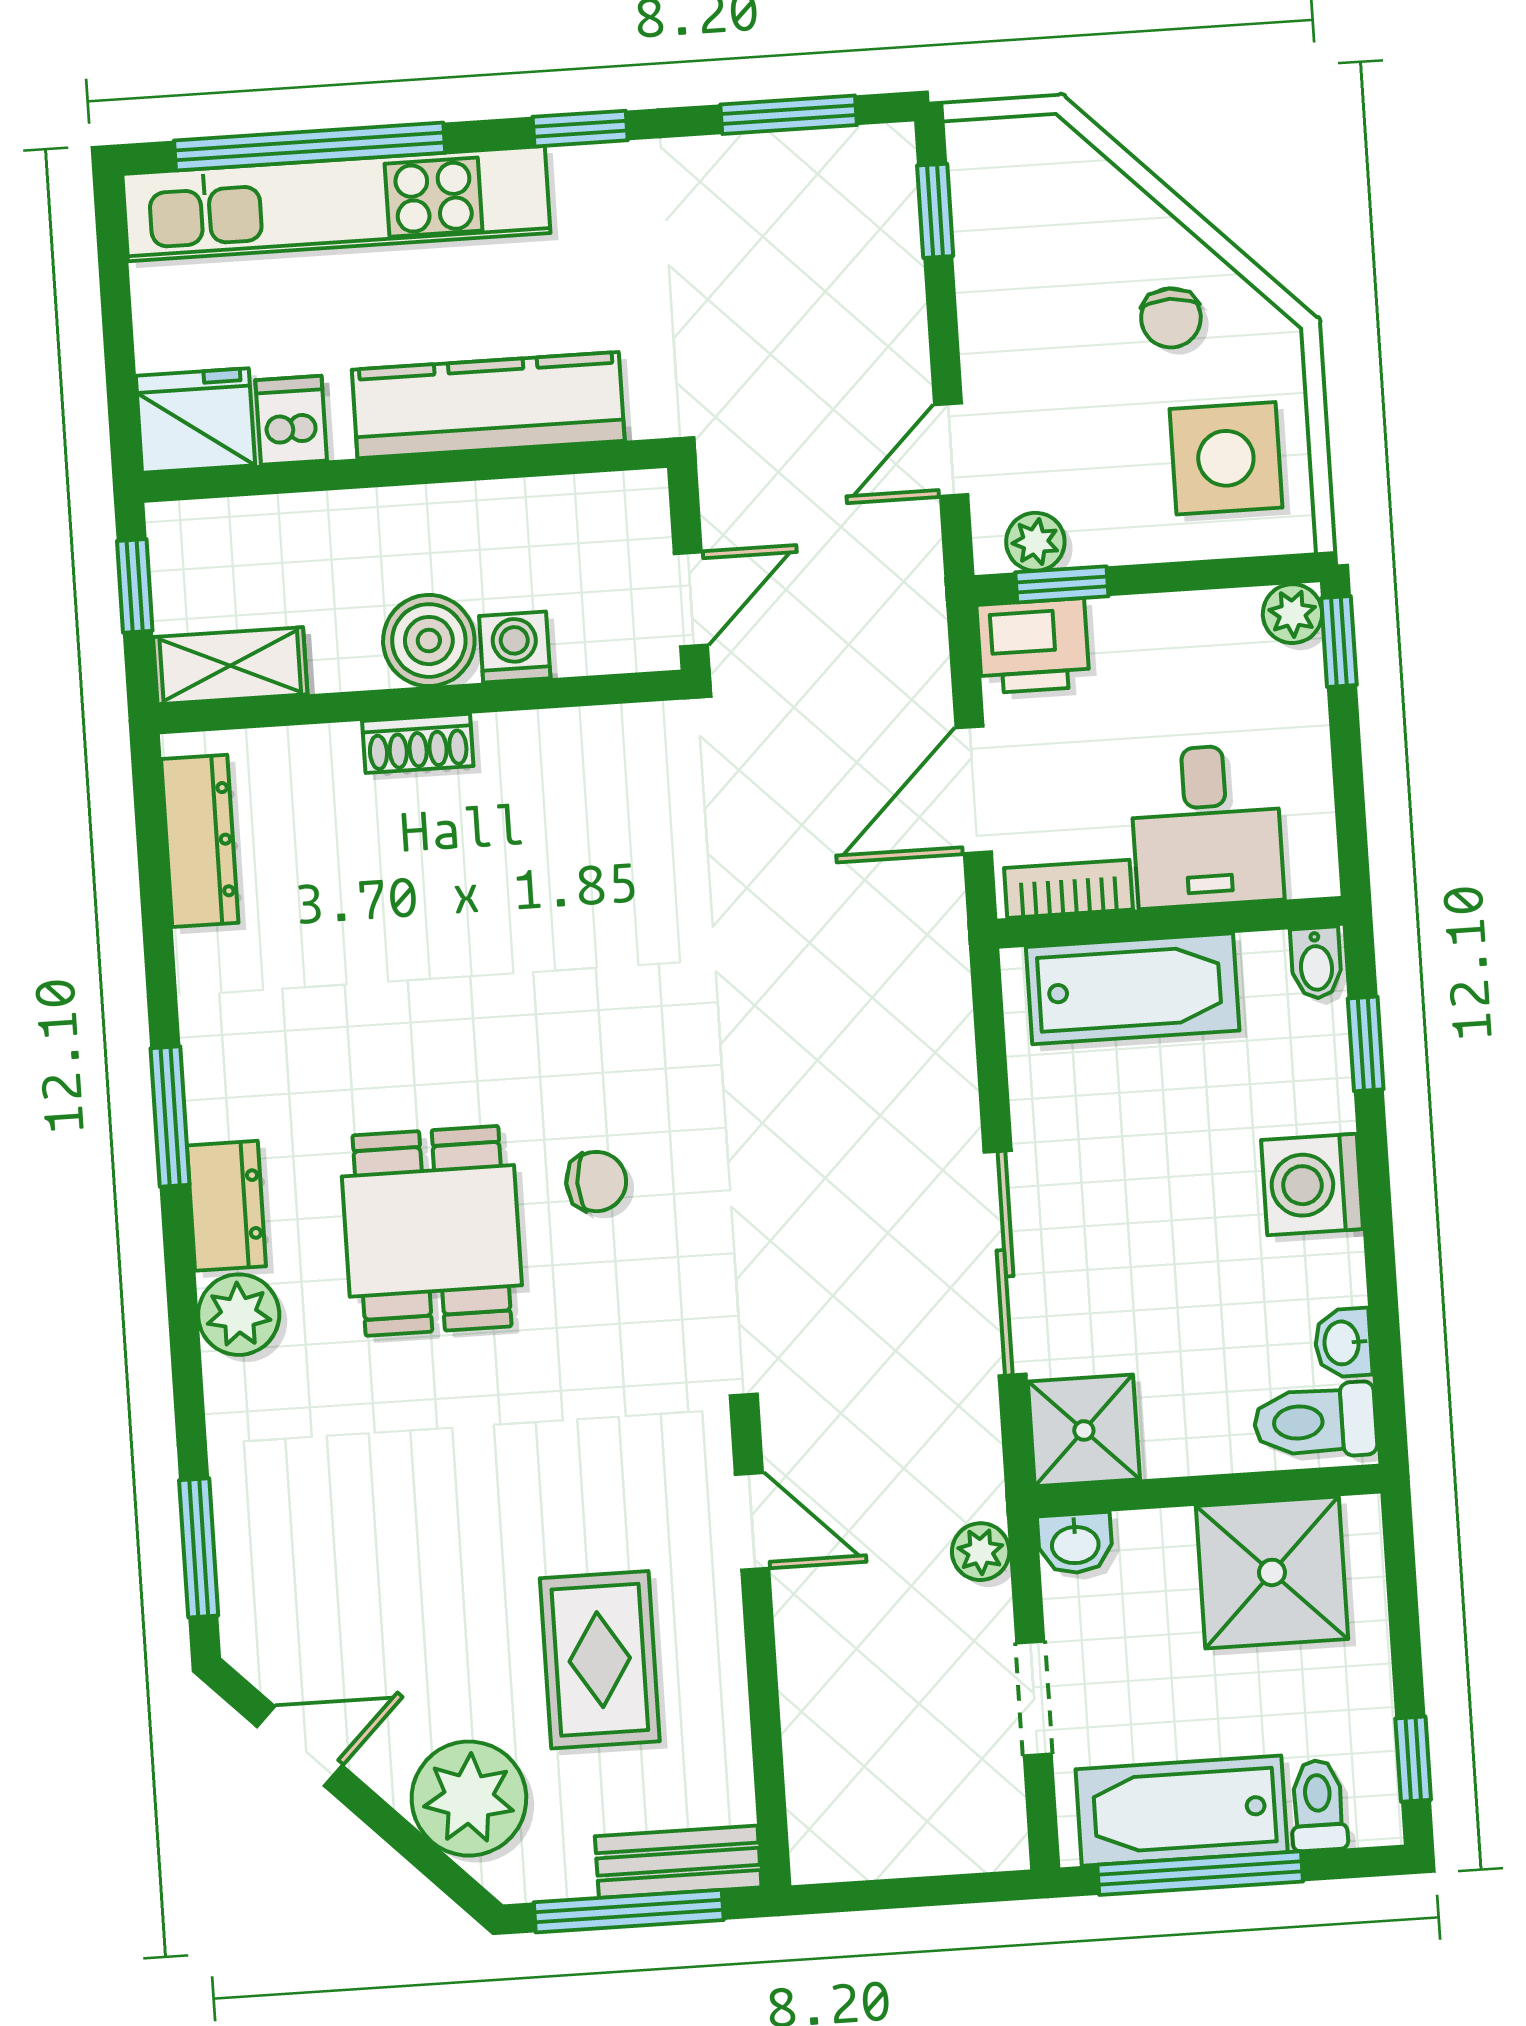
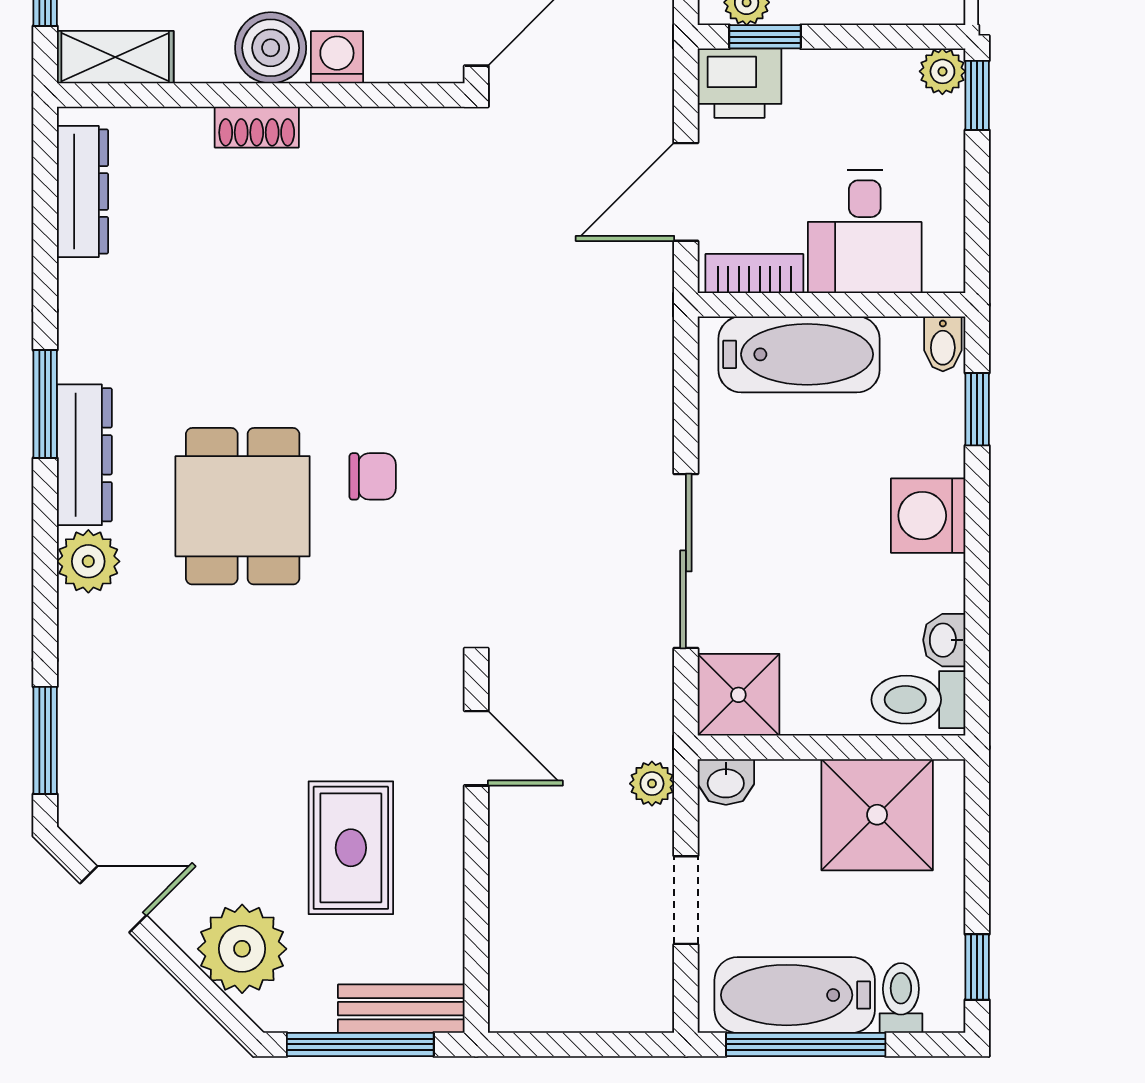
dresser: (226, 1206) -> (84, 455), width x1.44

